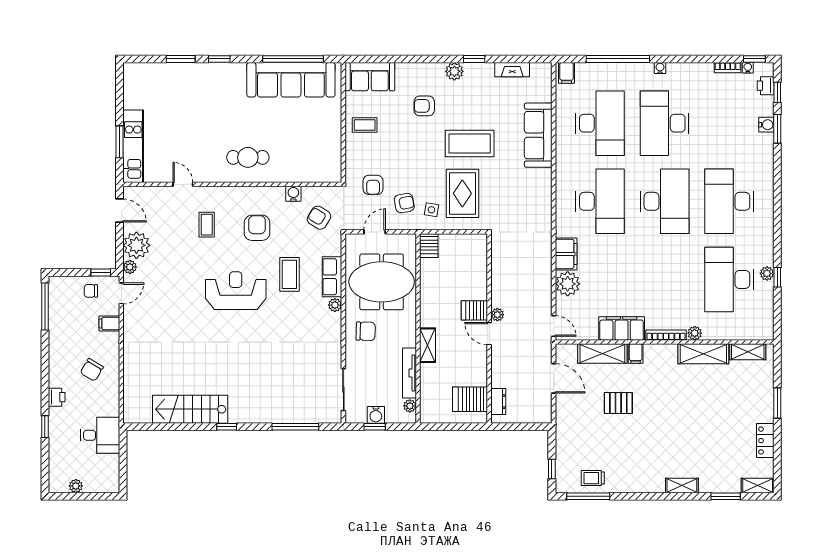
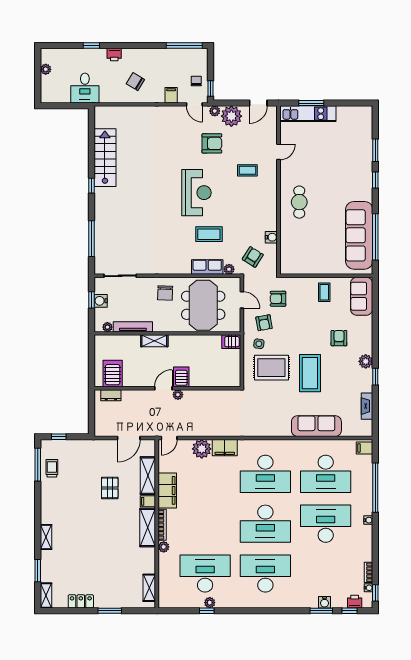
armchair: (257, 228) -> (212, 143), moved
plant: (335, 305) -> (229, 269), moved
shelving: (703, 354) -> (148, 527), moved

